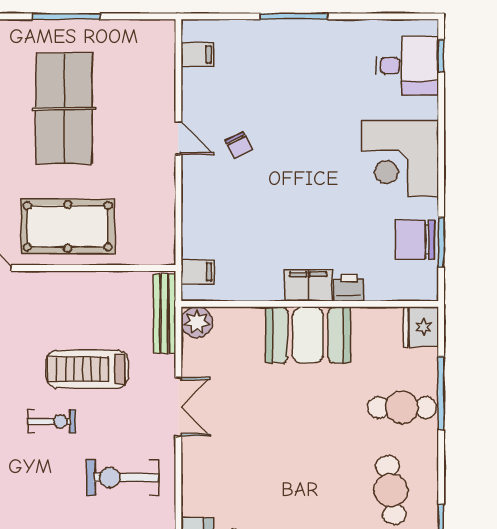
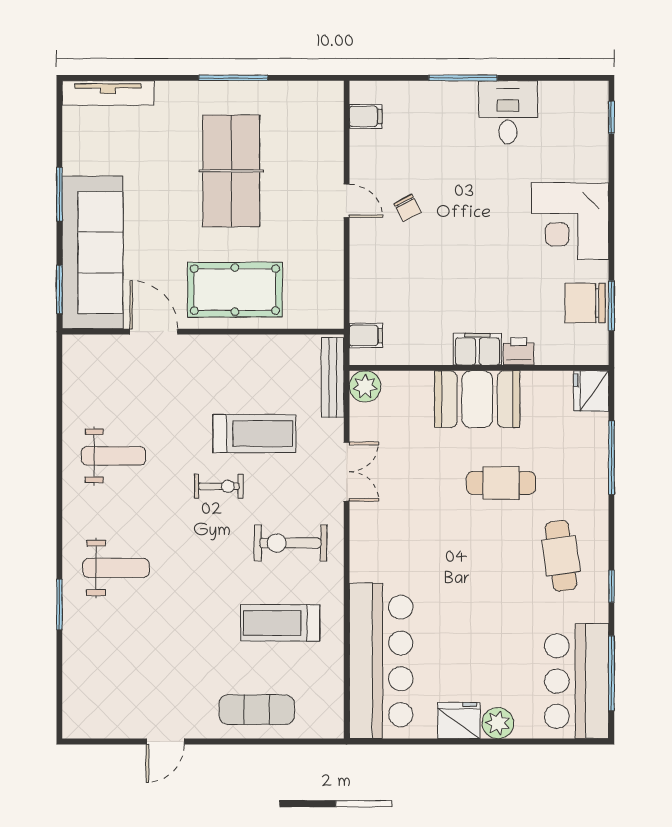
desk: (407, 66) -> (508, 112), moved, turned -90
treadmill: (87, 369) -> (254, 434), turned 180
cafe table: (402, 407) -> (501, 483), moved

